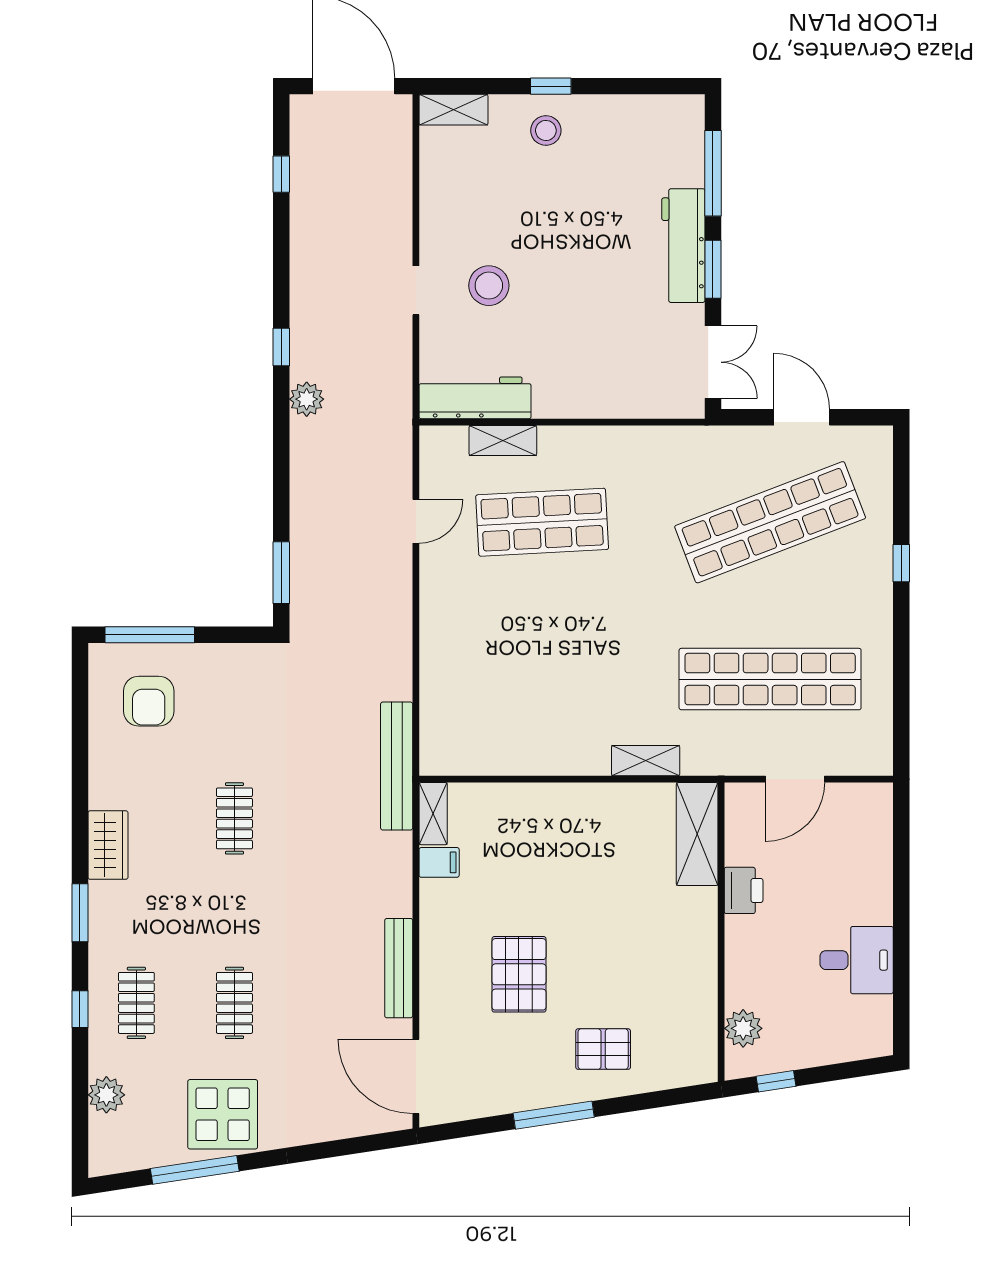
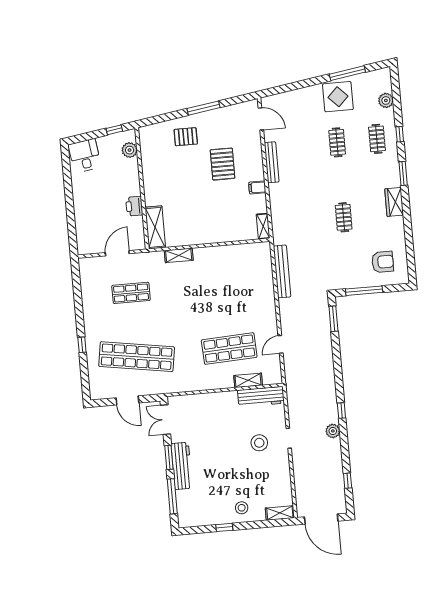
window: (551, 86) -> (224, 527), moved
plant: (307, 399) -> (333, 431), moved
shop shelf: (770, 522) -> (137, 357), turned 30
window: (150, 635) -> (364, 291), moved
shop shelf: (770, 679) -> (131, 293), width x0.50, depth x0.74
armchair: (149, 701) -> (383, 262), turned 90
bench: (397, 766) -> (282, 271), moved
filing cabinet: (439, 862) -> (257, 187), moved
desk: (857, 960) -> (85, 156), moved, turned 81
door: (416, 1076) -> (261, 119), width x0.73

